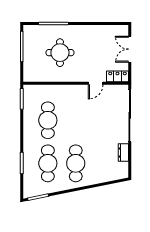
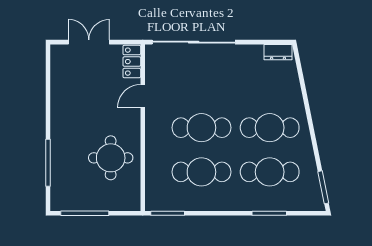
double door: (130, 49) -> (89, 42), swing flipped
round table: (60, 53) -> (111, 158), moved
door: (96, 83) -> (143, 96), swing flipped
cafe table: (76, 120) -> (201, 128), added
dresser: (123, 153) -> (278, 52), moved

